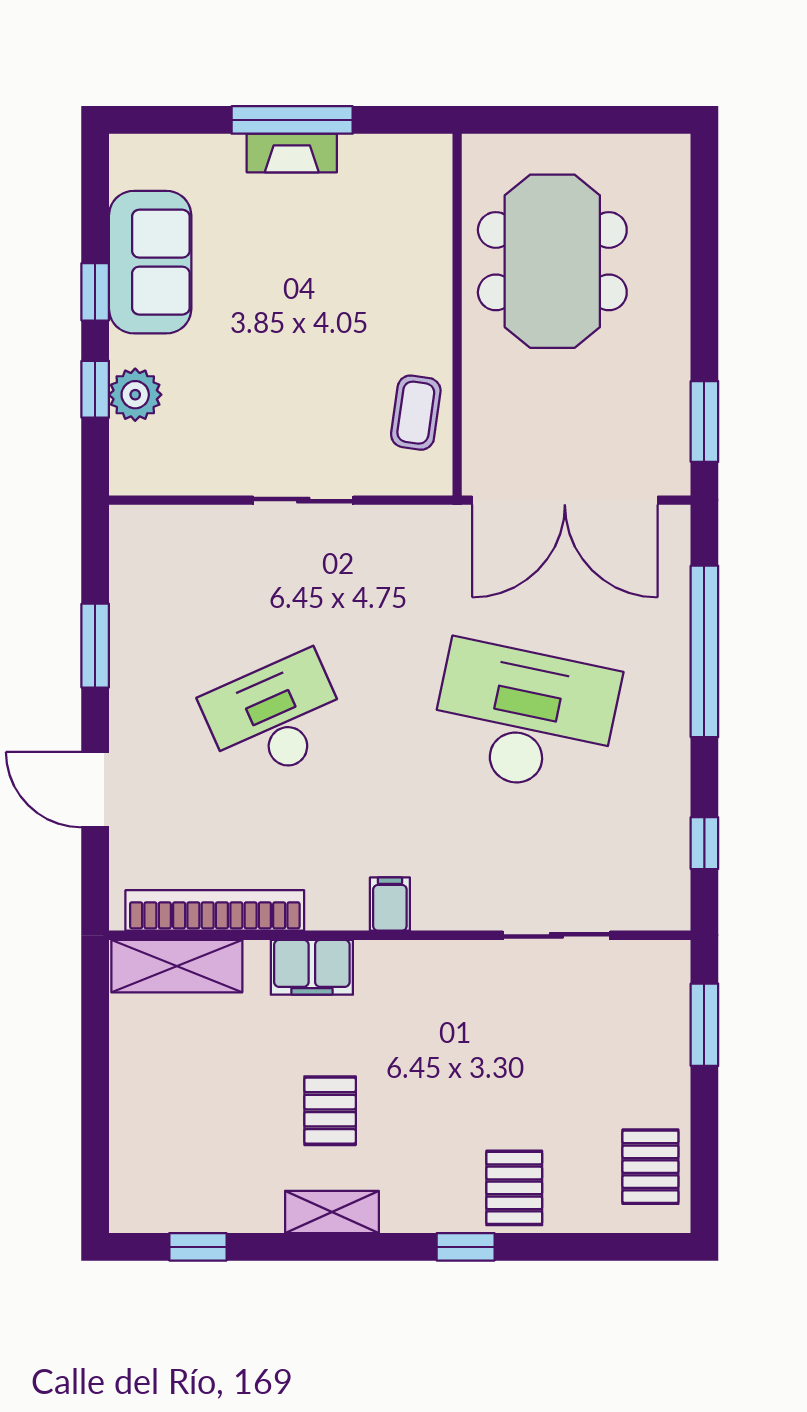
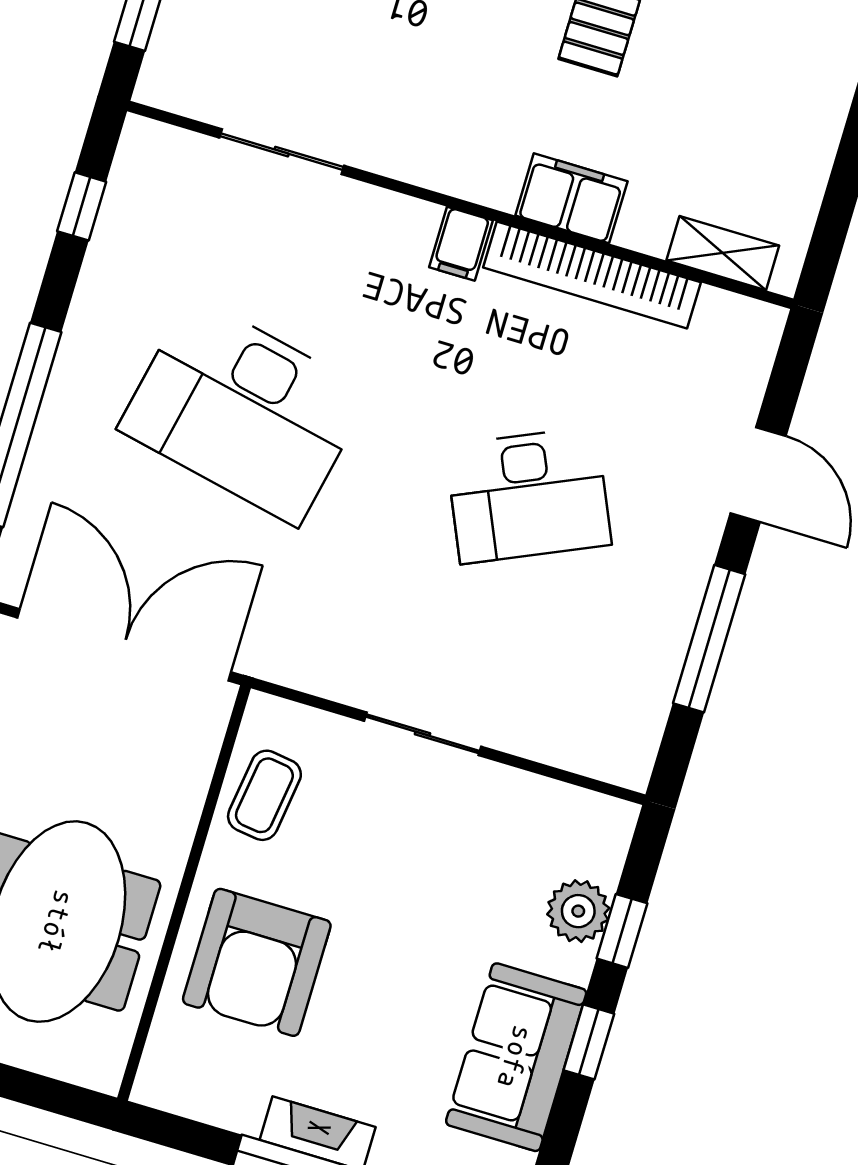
armchair: (382, 276) -> (257, 962), added
window: (95, 646) -> (709, 639), width x1.44
bookcase: (215, 910) -> (592, 275), moved
shelving: (177, 966) -> (723, 253), width x0.67, depth x0.75

